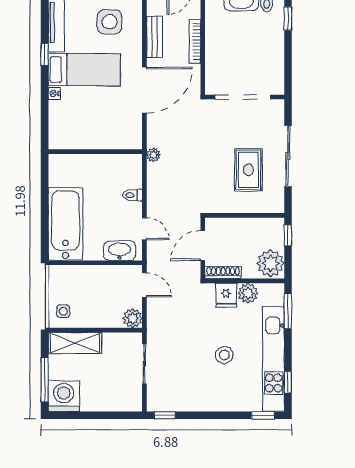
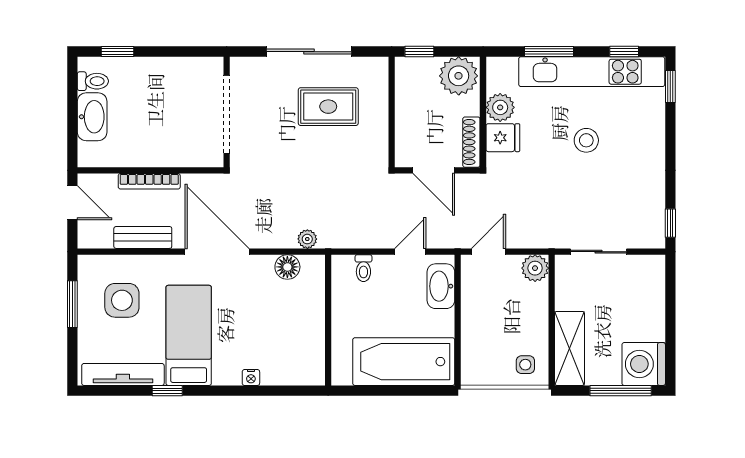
nightstand: (54, 93) -> (251, 377), moved
floor lamp: (133, 141) -> (287, 267), added
wall: (95, 152) -> (328, 320), moved
window: (288, 311) -> (549, 52), moved

